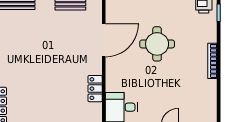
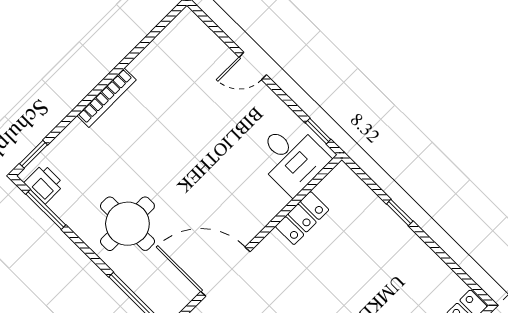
round table: (157, 44) -> (127, 224), moved

